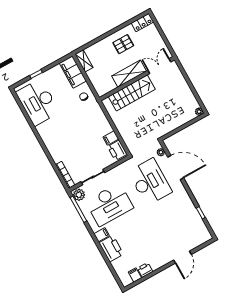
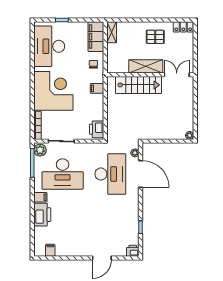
corner desk: (62, 138) -> (53, 91), added
filing cabinet: (111, 138) -> (97, 88), moved
printer: (145, 270) -> (133, 251), moved

